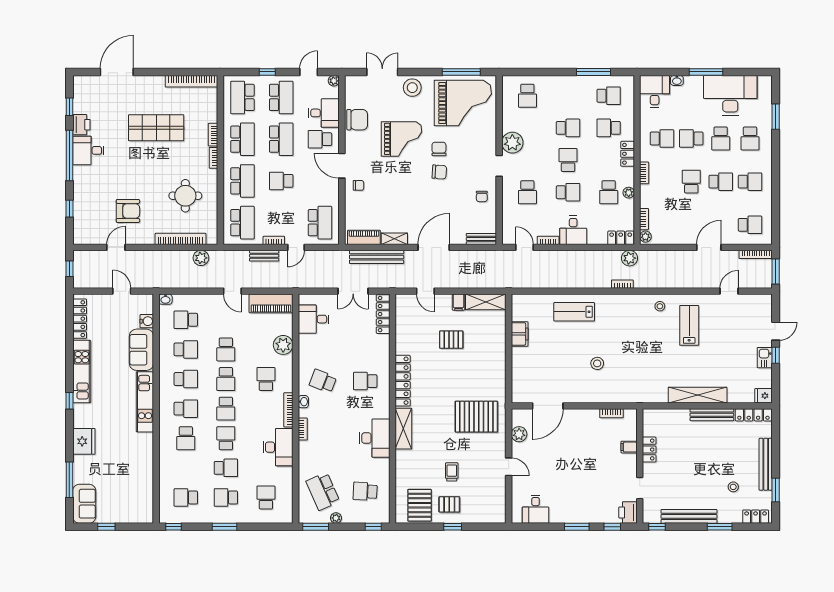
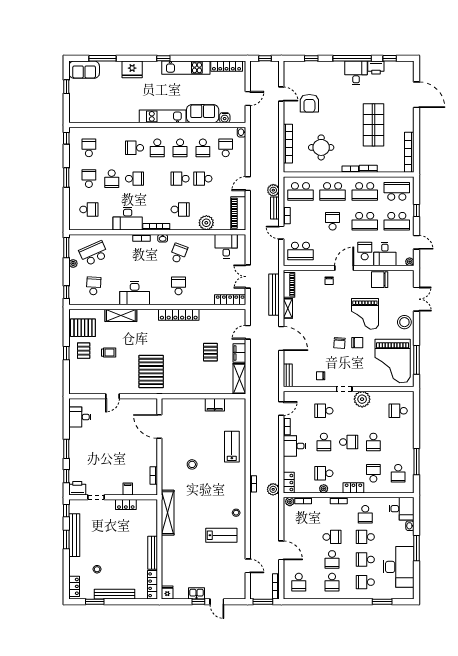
chair: (357, 120) -> (380, 280), turned 90
school desk: (691, 138) -> (365, 537), turned -90
plant: (201, 258) -> (273, 190), moved
filing cabinet: (458, 302) -> (239, 353), width x2.00
shelving: (698, 395) -> (168, 513), moved
school desk: (226, 409) -> (157, 179), removed
shelving: (403, 429) -> (121, 315), moved
plant: (519, 434) -> (138, 404), removed
window: (720, 527) -> (66, 540), moved

